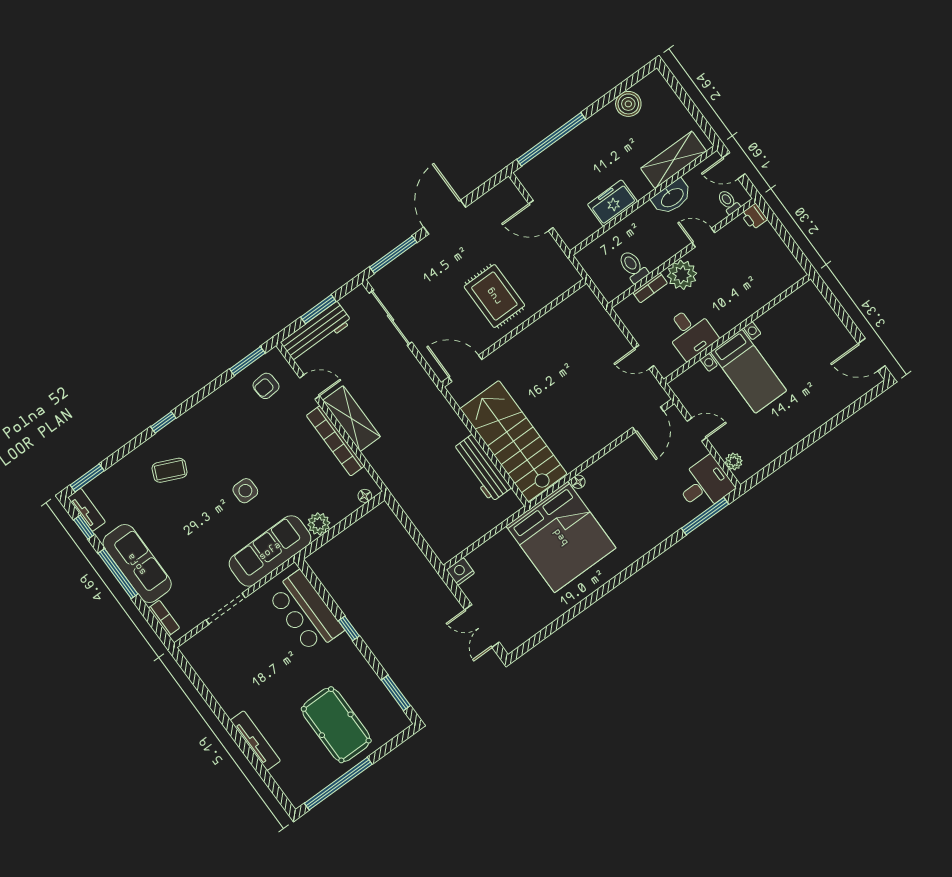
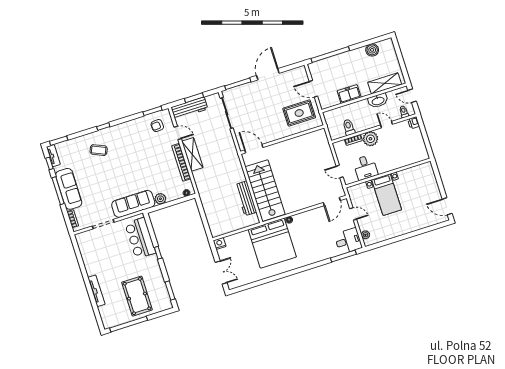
rug: (494, 296) -> (299, 113), moved, turned 90
side table: (245, 491) -> (131, 172), removed
double door: (482, 626) -> (221, 273), swing flipped

